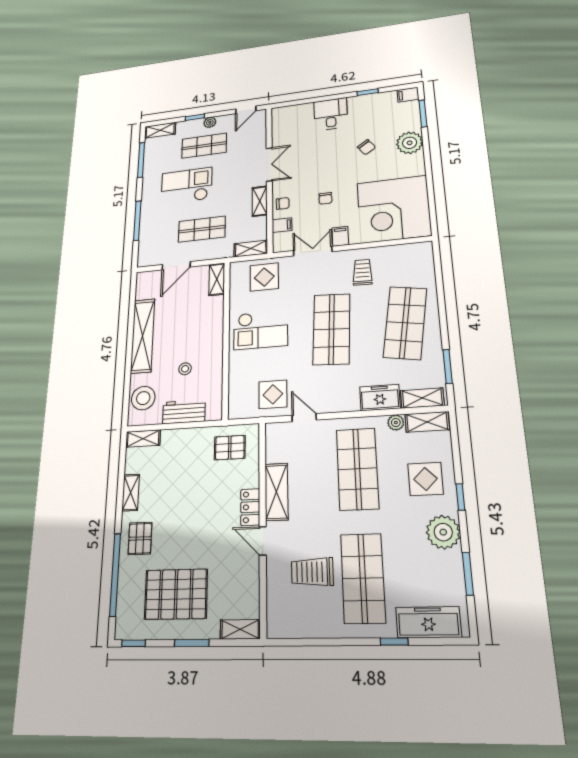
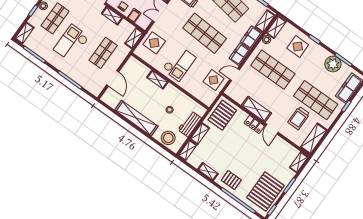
shelving: (217, 279) -> (157, 80), moved
freezer: (340, 401) -> (239, 54), added
shelving: (180, 437) -> (200, 134), added
pallet: (230, 448) -> (222, 115), width x1.50, depth x1.42
plant: (443, 532) -> (333, 64), moved
door: (263, 541) -> (272, 129), hinge flipped
pallet: (176, 594) -> (265, 192), moved
shelving: (297, 625) -> (314, 139), added

